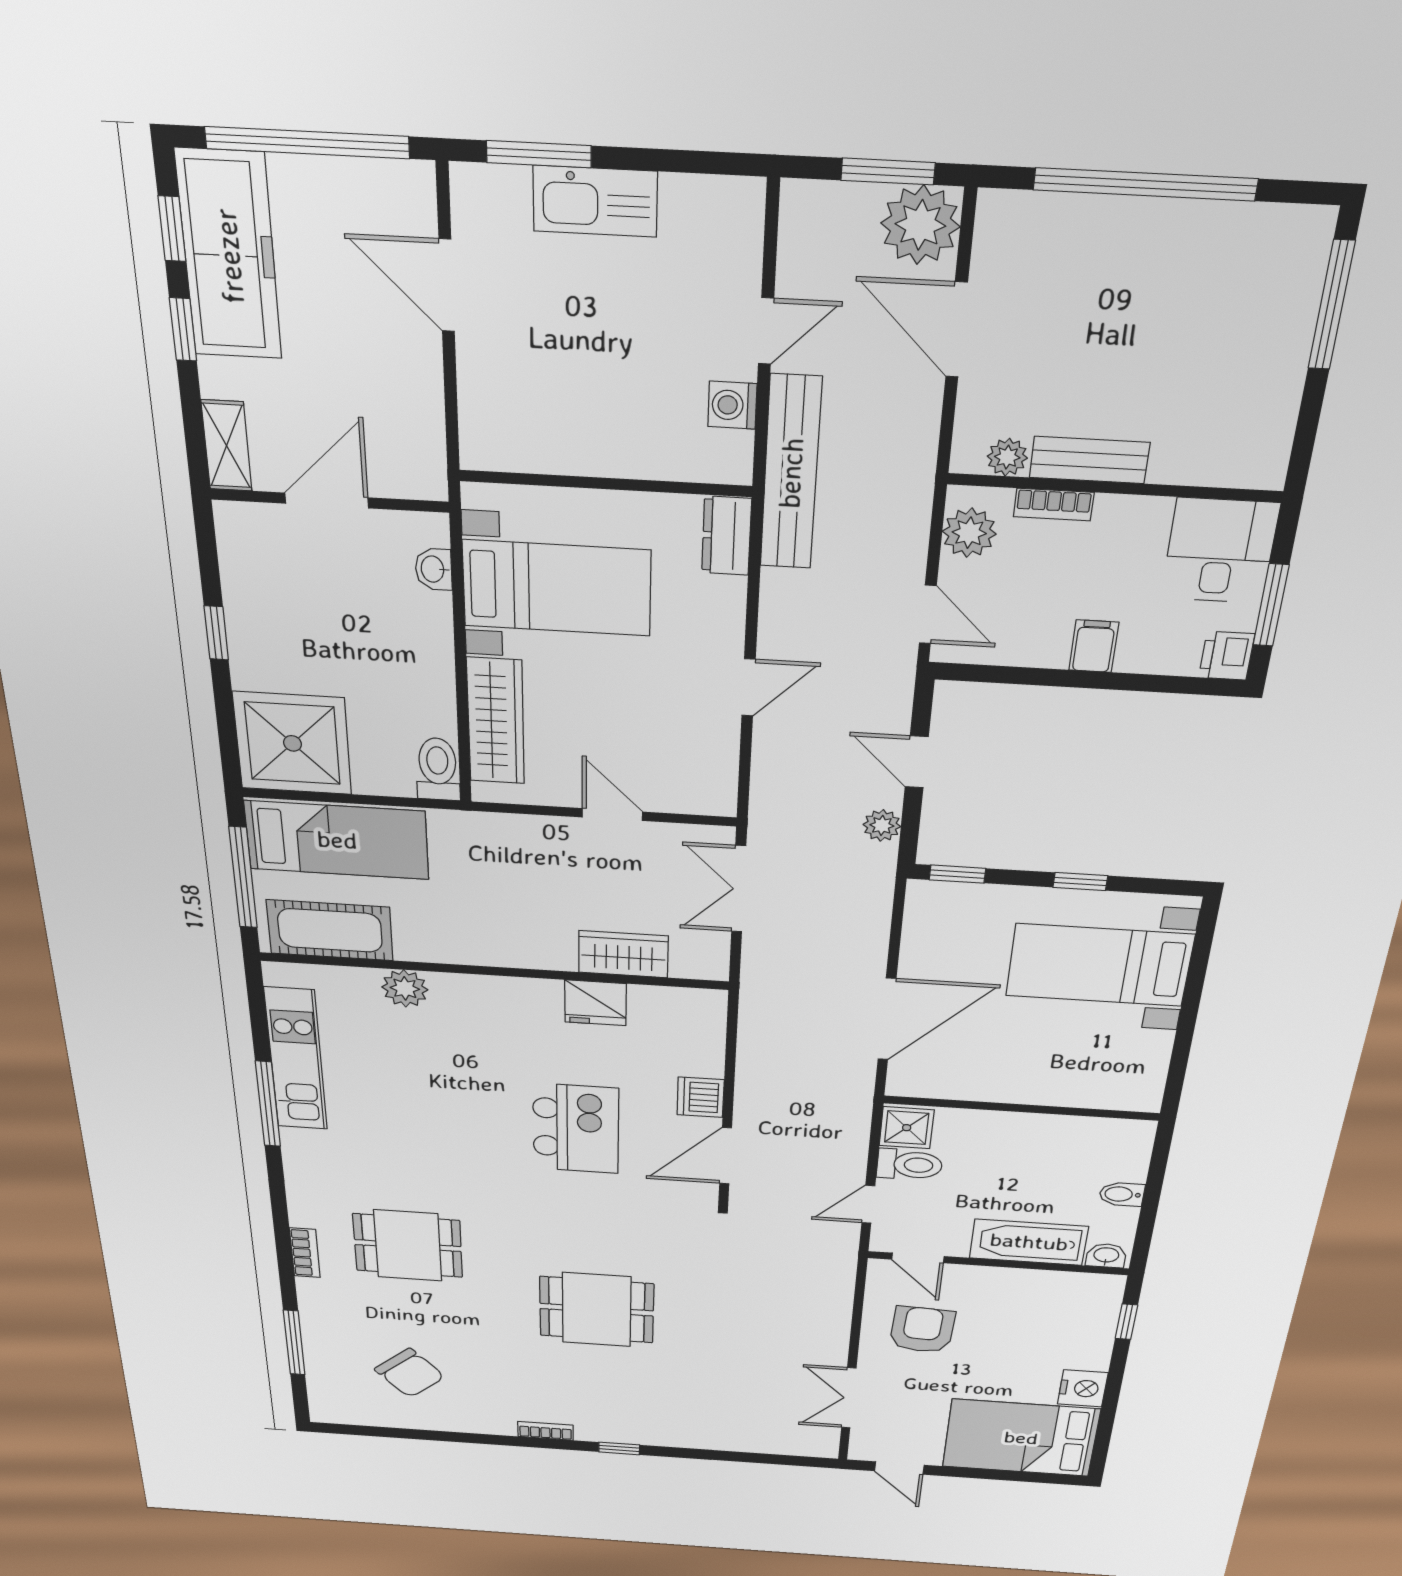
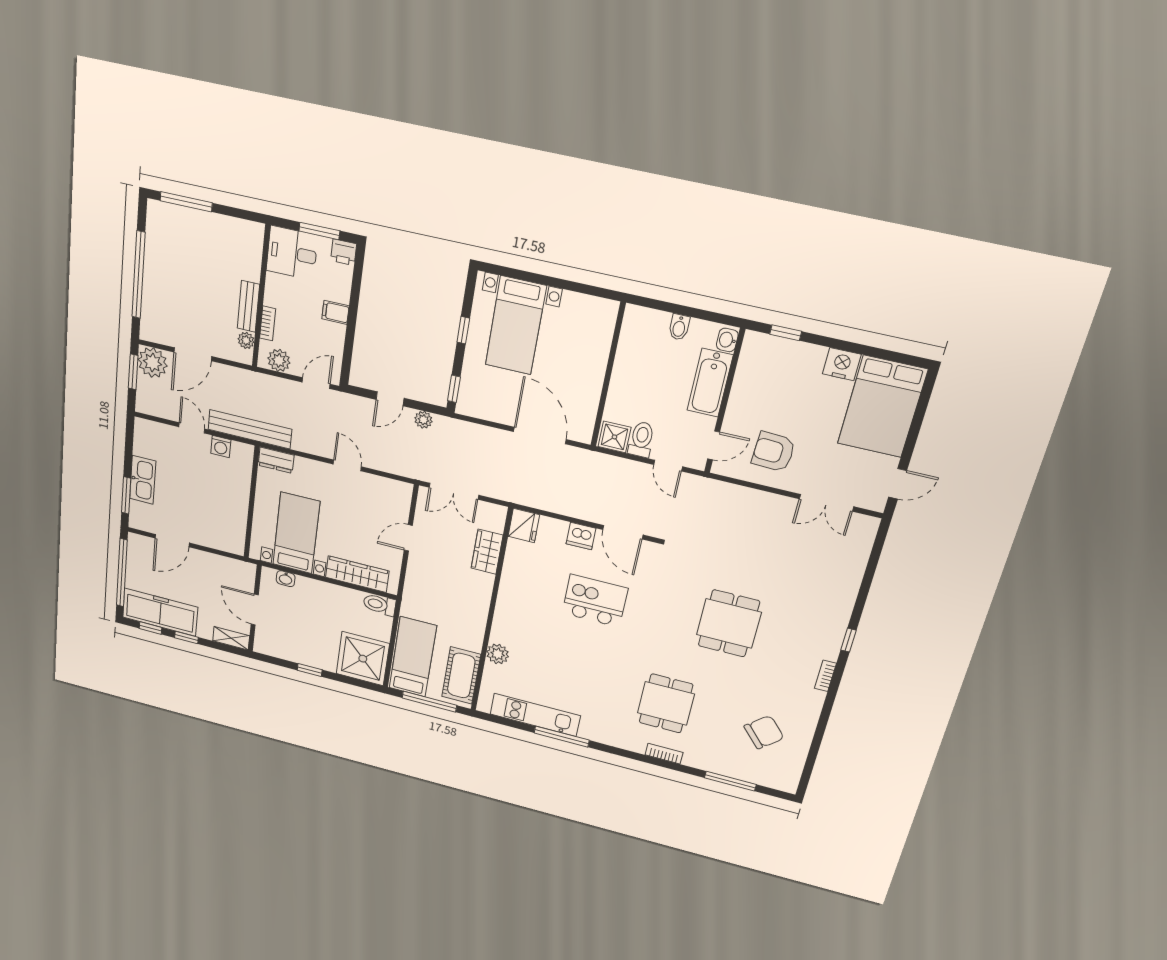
fridge: (595, 1003) -> (524, 526), moved

